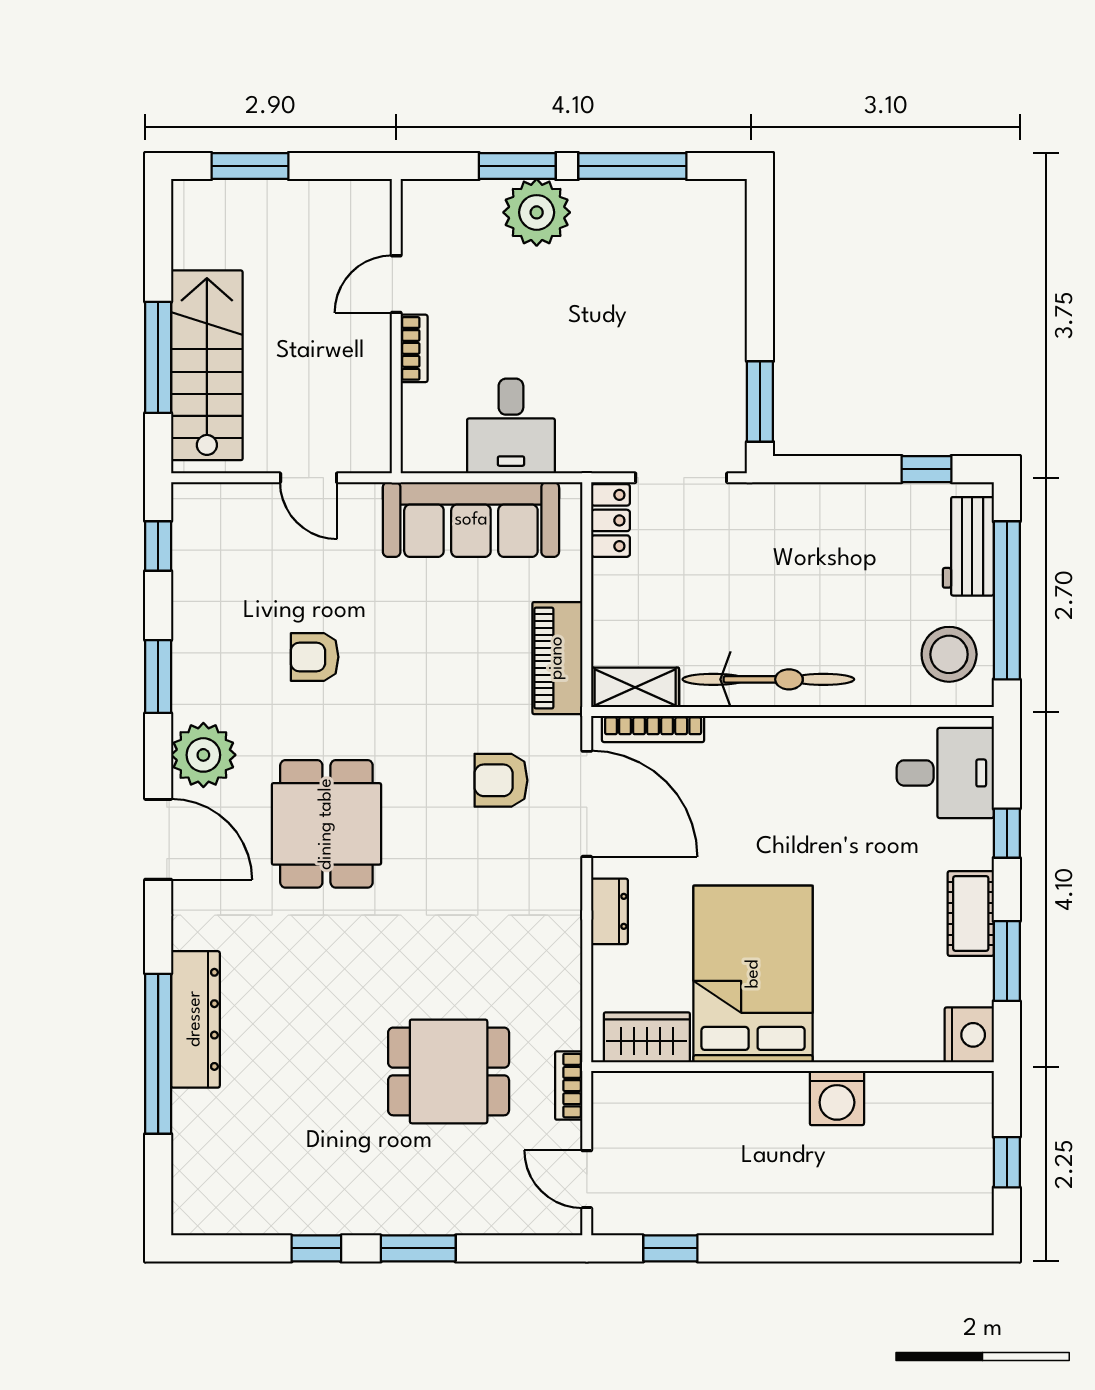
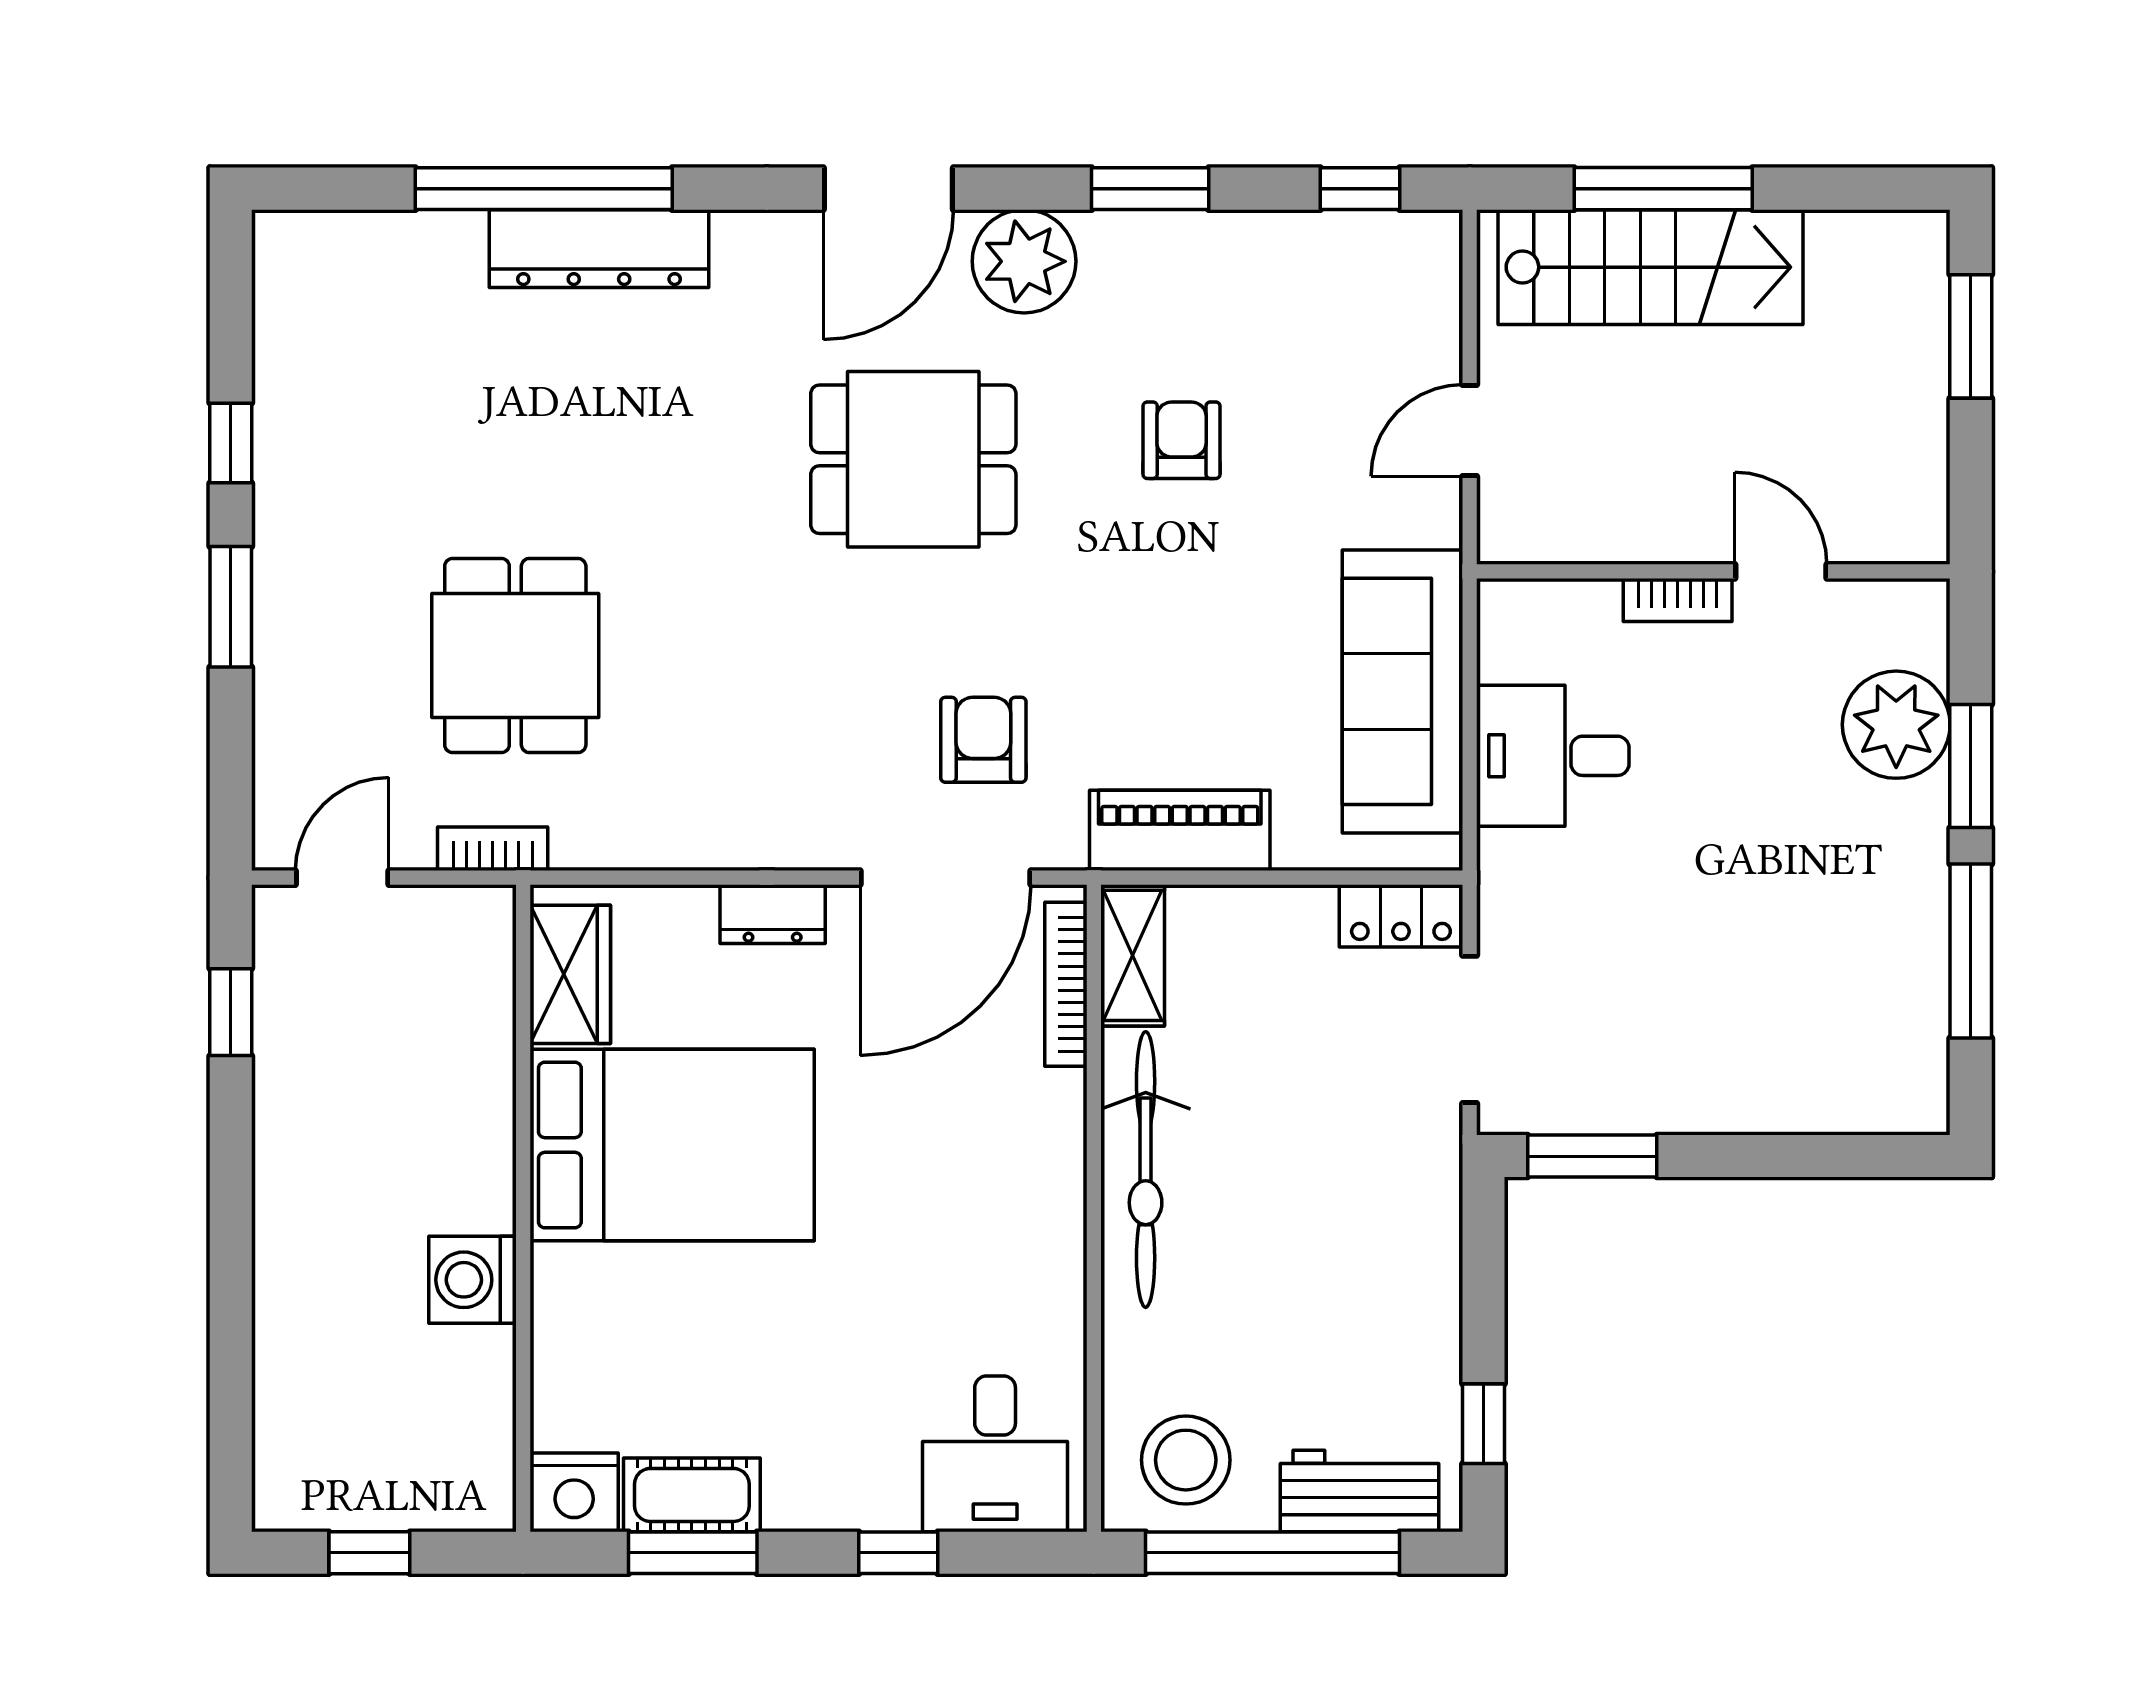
plant: (537, 212) -> (1896, 725), moved
cot: (971, 913) -> (692, 1495), moved

